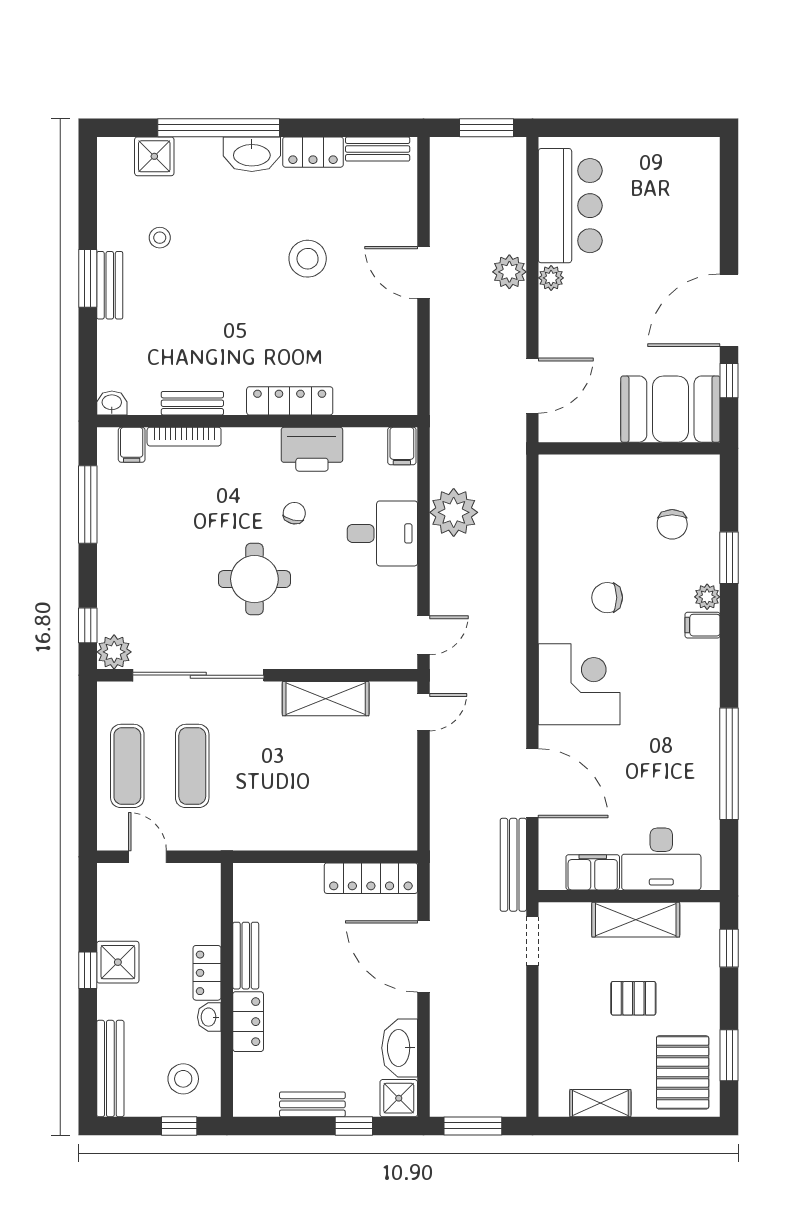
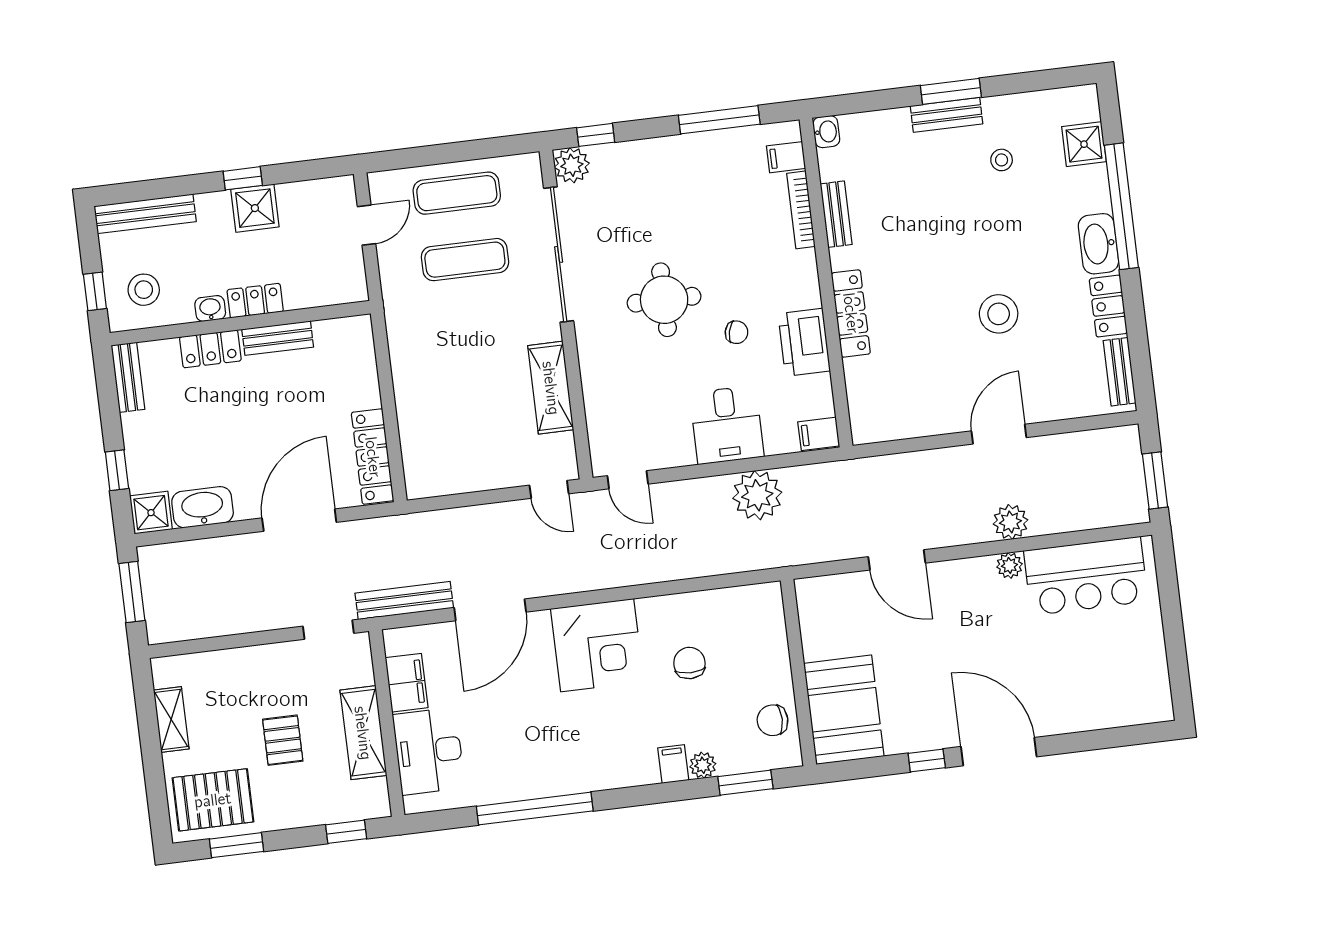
booth: (670, 409) -> (844, 710), moved
wall: (629, 448) -> (798, 672), moved
bench: (312, 1104) -> (128, 377), moved

